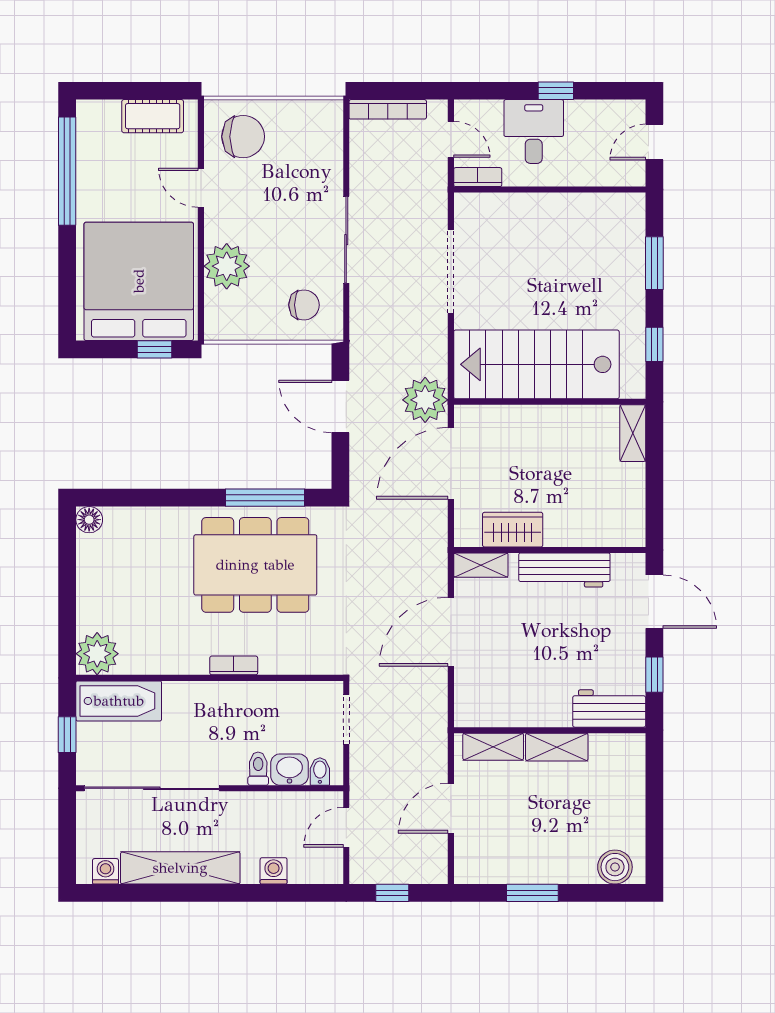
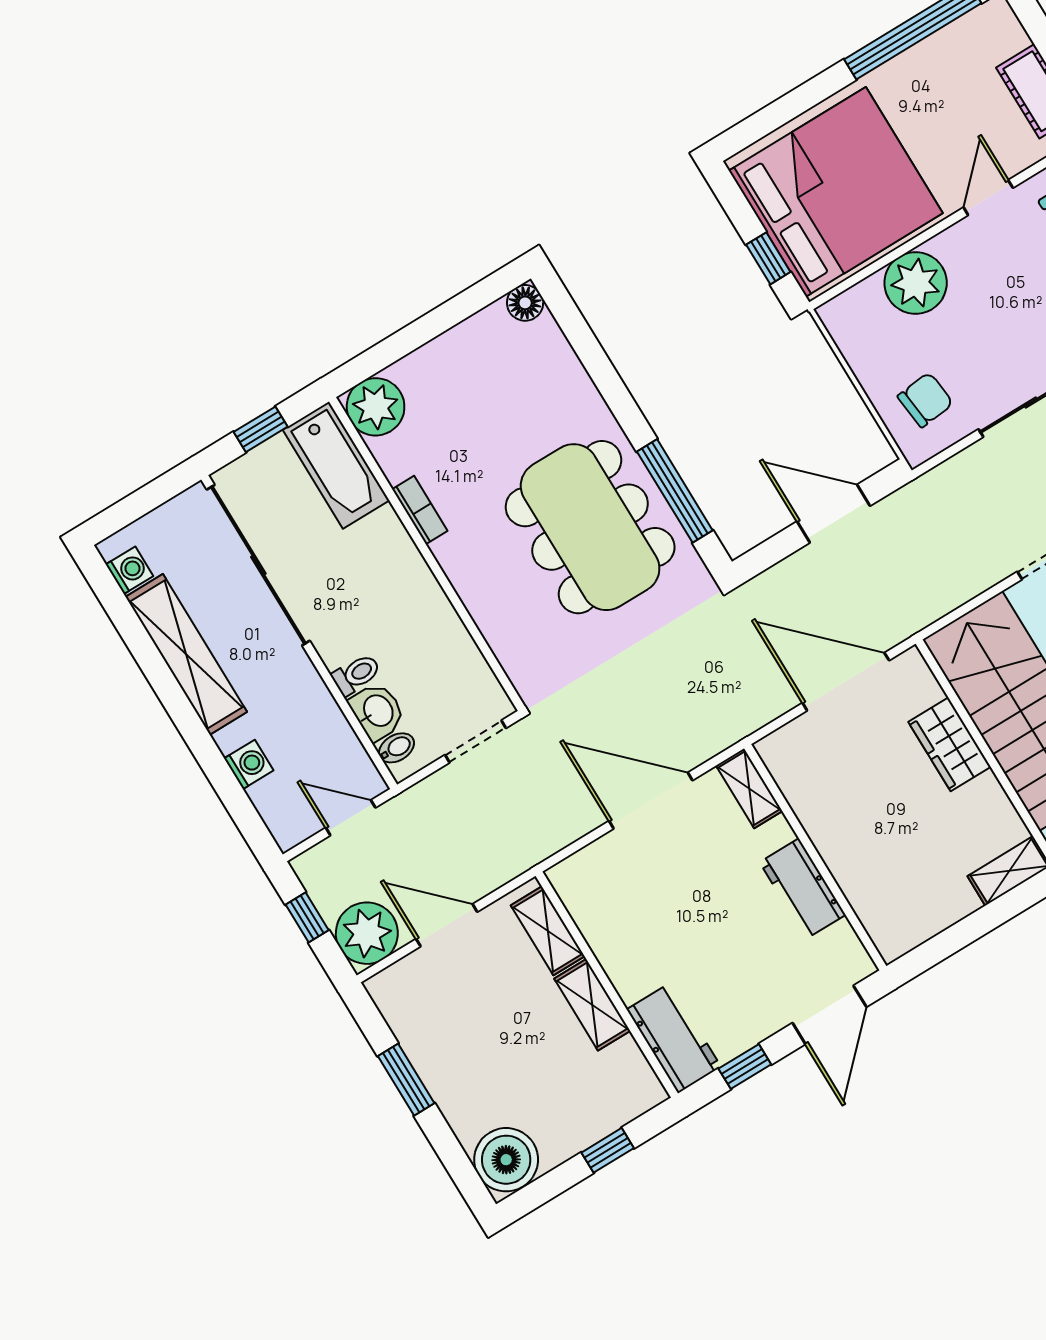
chair: (304, 305) -> (925, 400), turned -96
plant: (425, 400) -> (367, 933), moved
door: (340, 406) -> (834, 514), hinge flipped
wardrobe: (513, 530) -> (950, 744), moved, turned 180
workbench: (564, 570) -> (803, 889), width x0.73
bookcase: (234, 665) -> (420, 510), moved
window: (654, 793) -> (608, 1150), added
boiler: (615, 867) -> (506, 1160), width x1.37, depth x1.37

